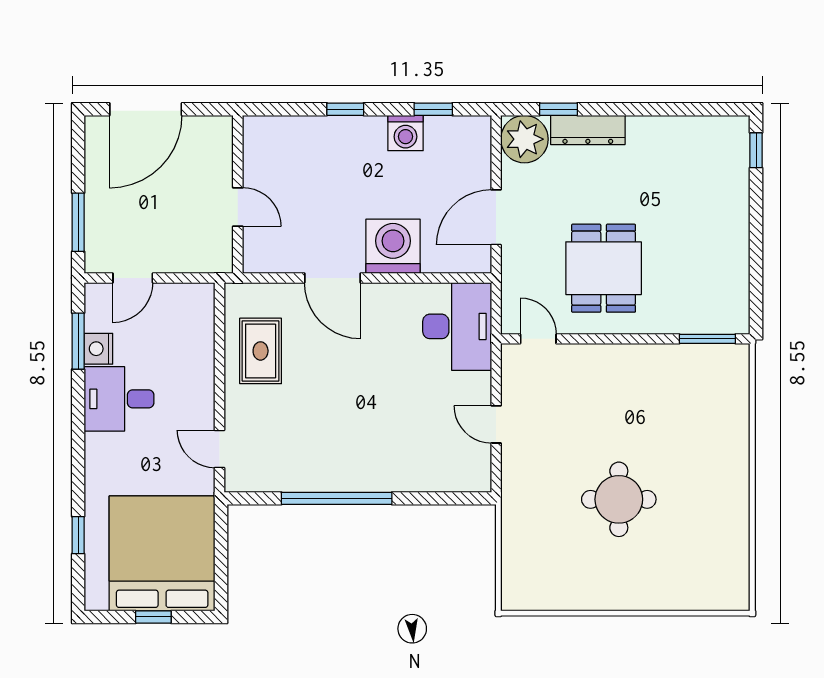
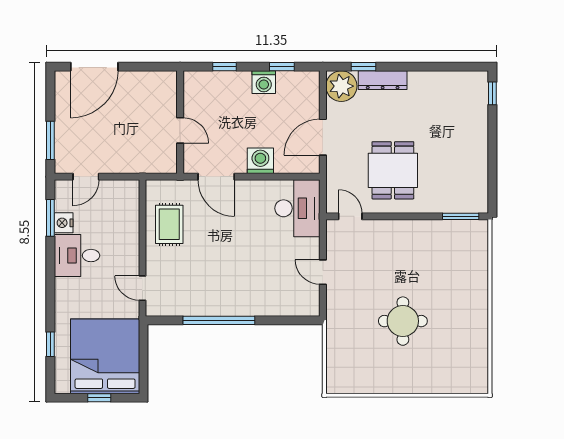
wall: (238, 194) -> (180, 122), moved
door: (238, 207) -> (180, 130), moved
washing machine: (393, 246) -> (260, 161), width x0.73, depth x0.73

